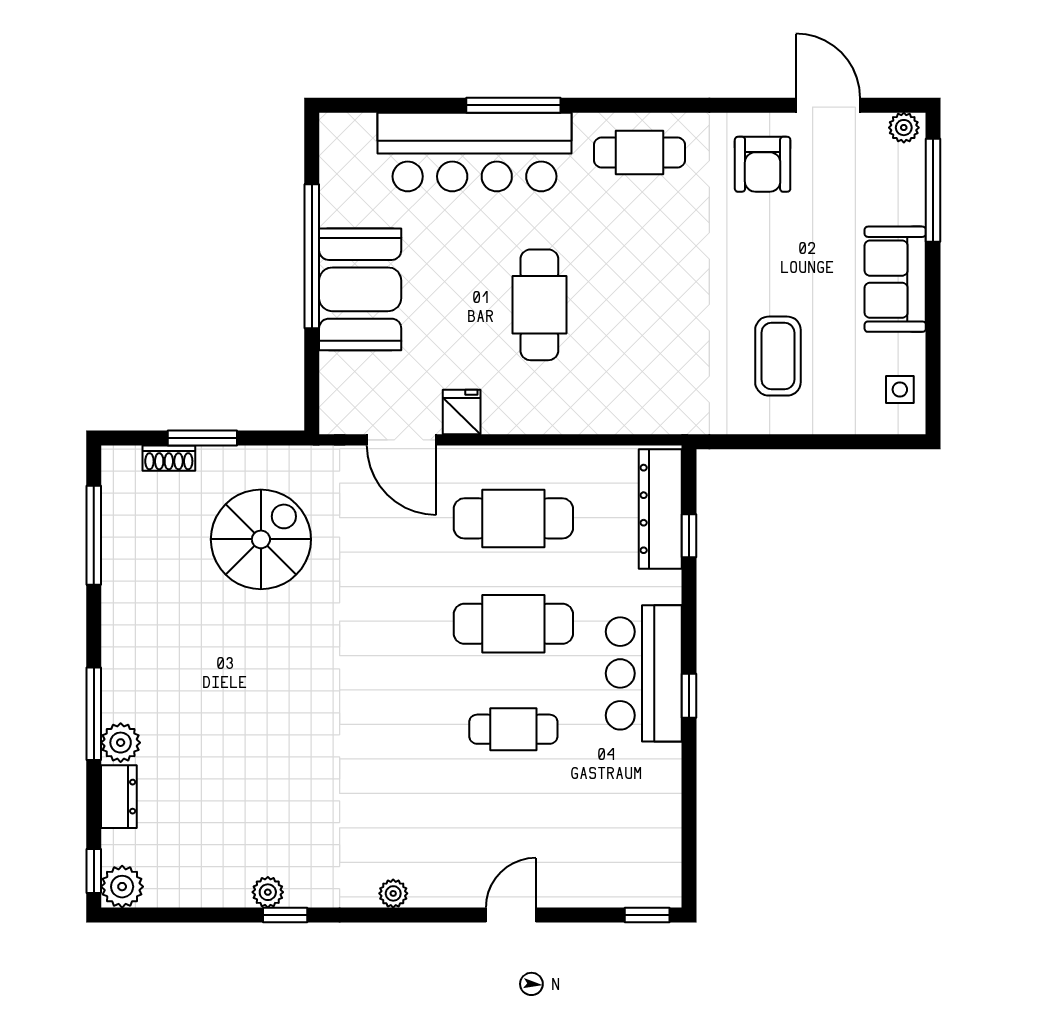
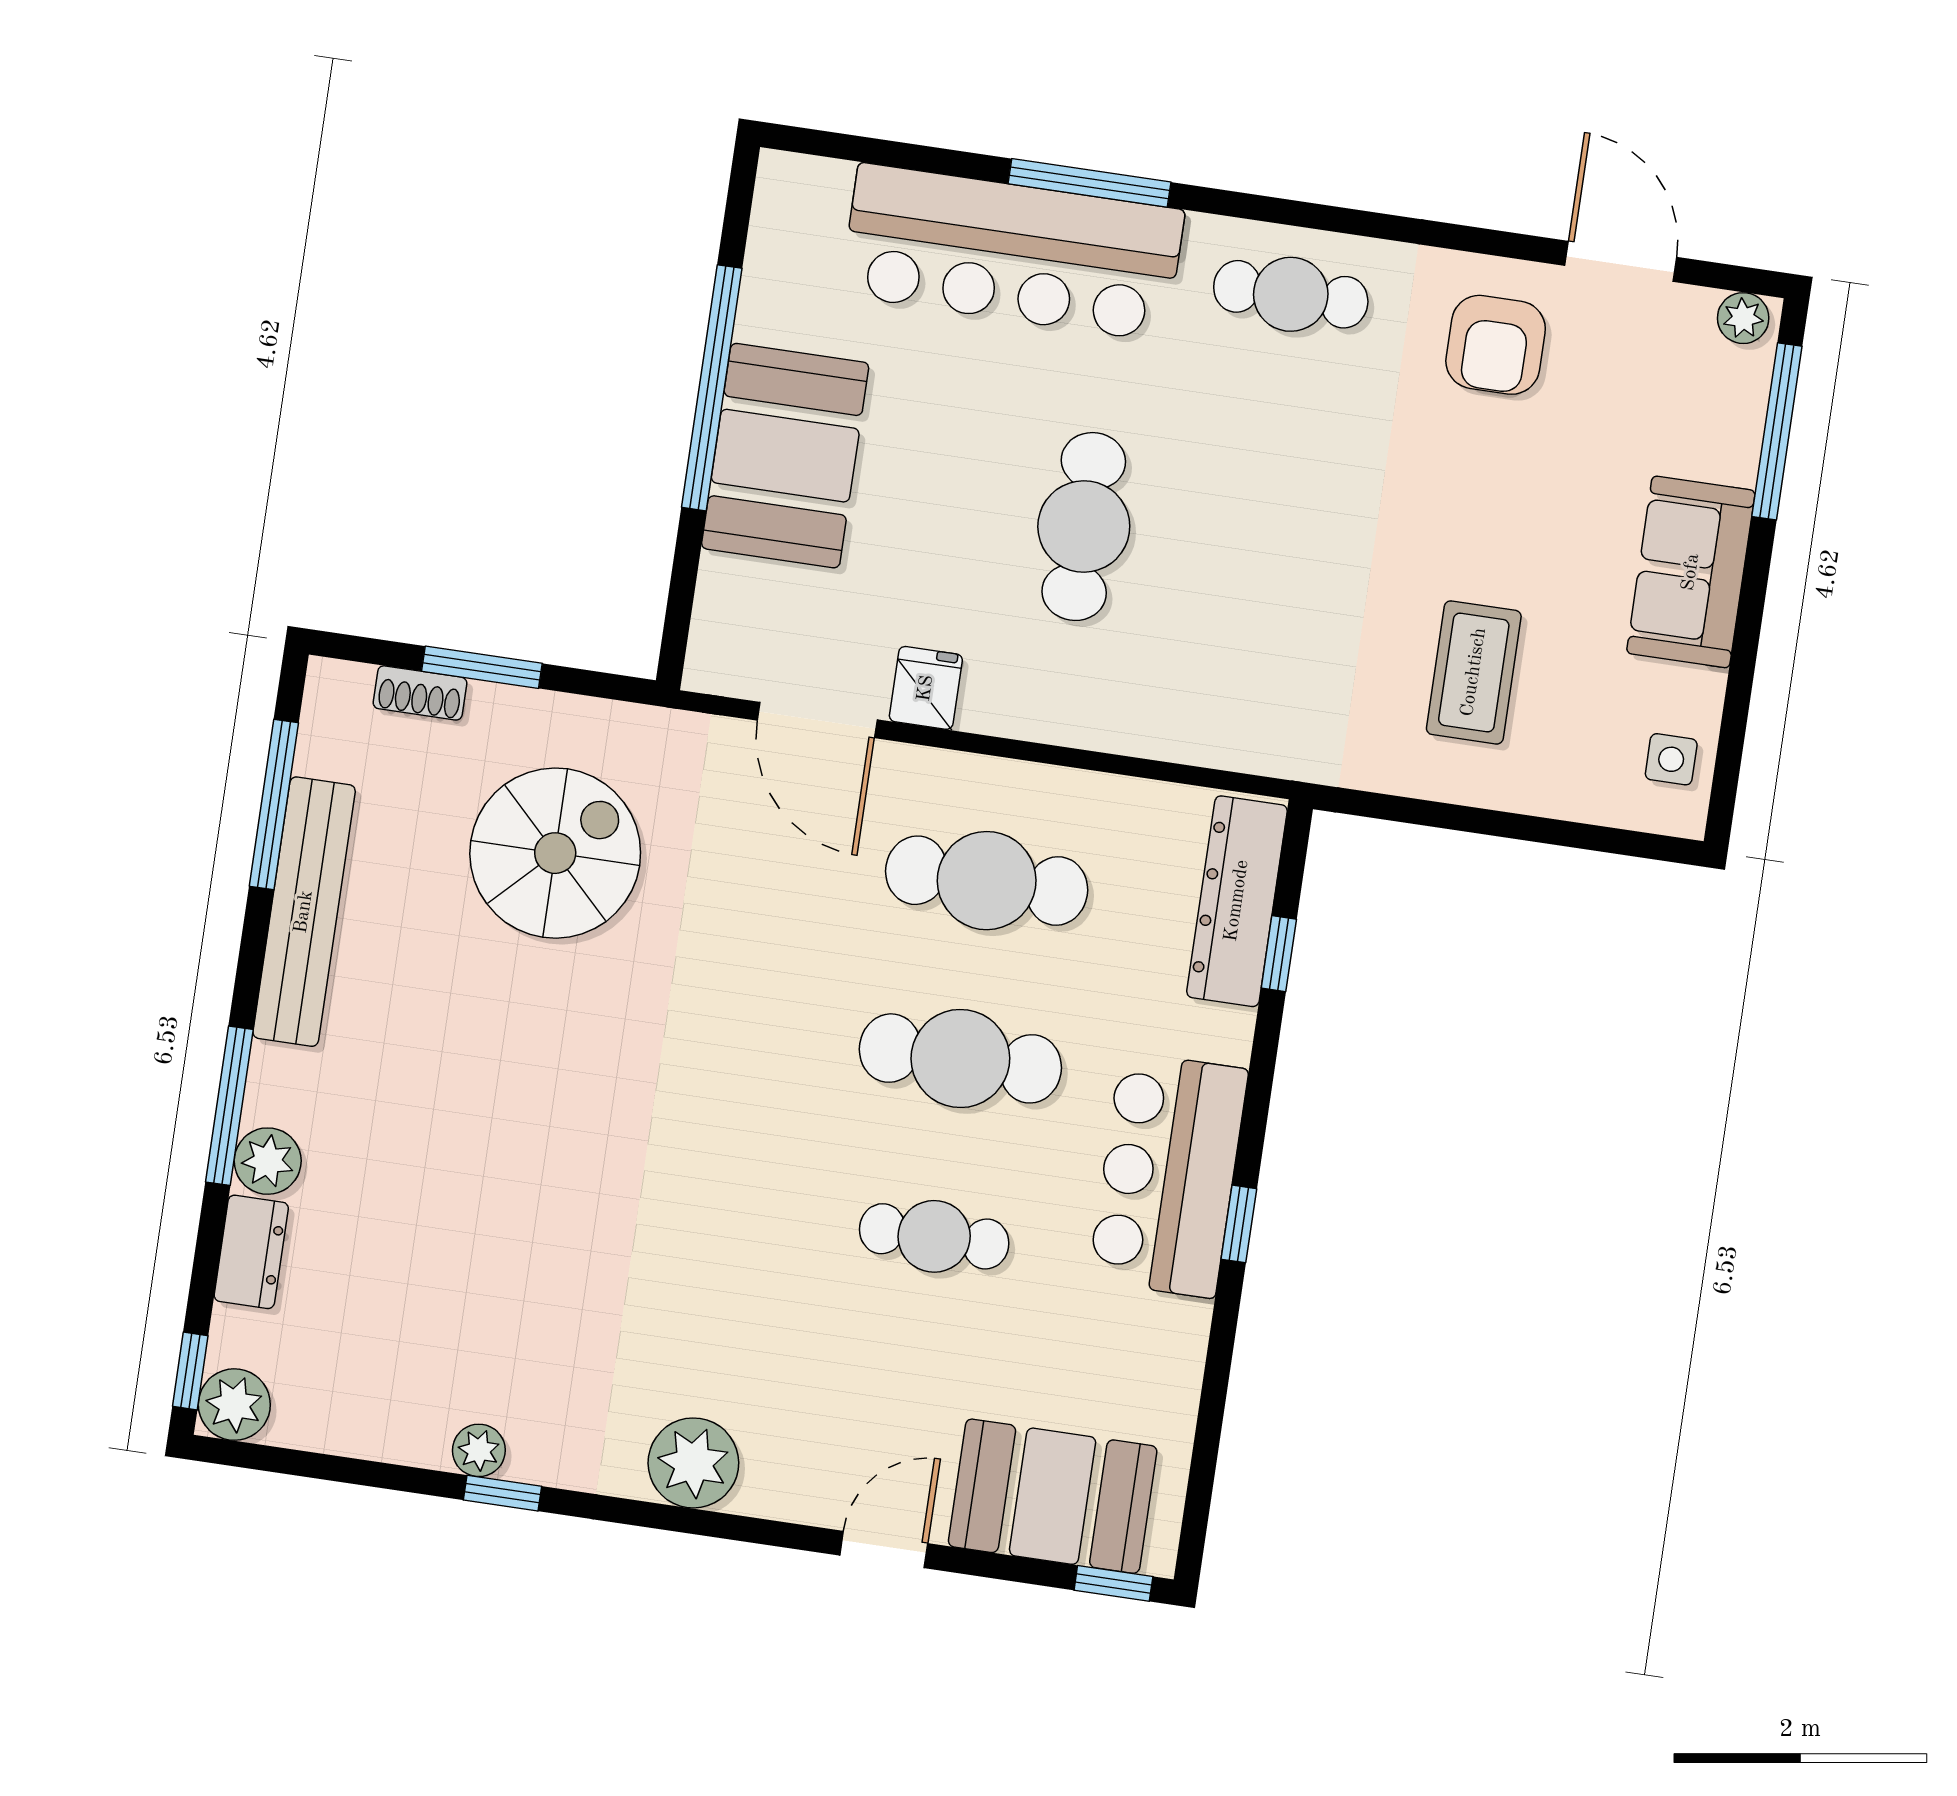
bench: (120, 595) -> (304, 912), added
booth: (604, 870) -> (1053, 1496), added
plant: (393, 893) -> (693, 1463), width x1.88, depth x1.88

